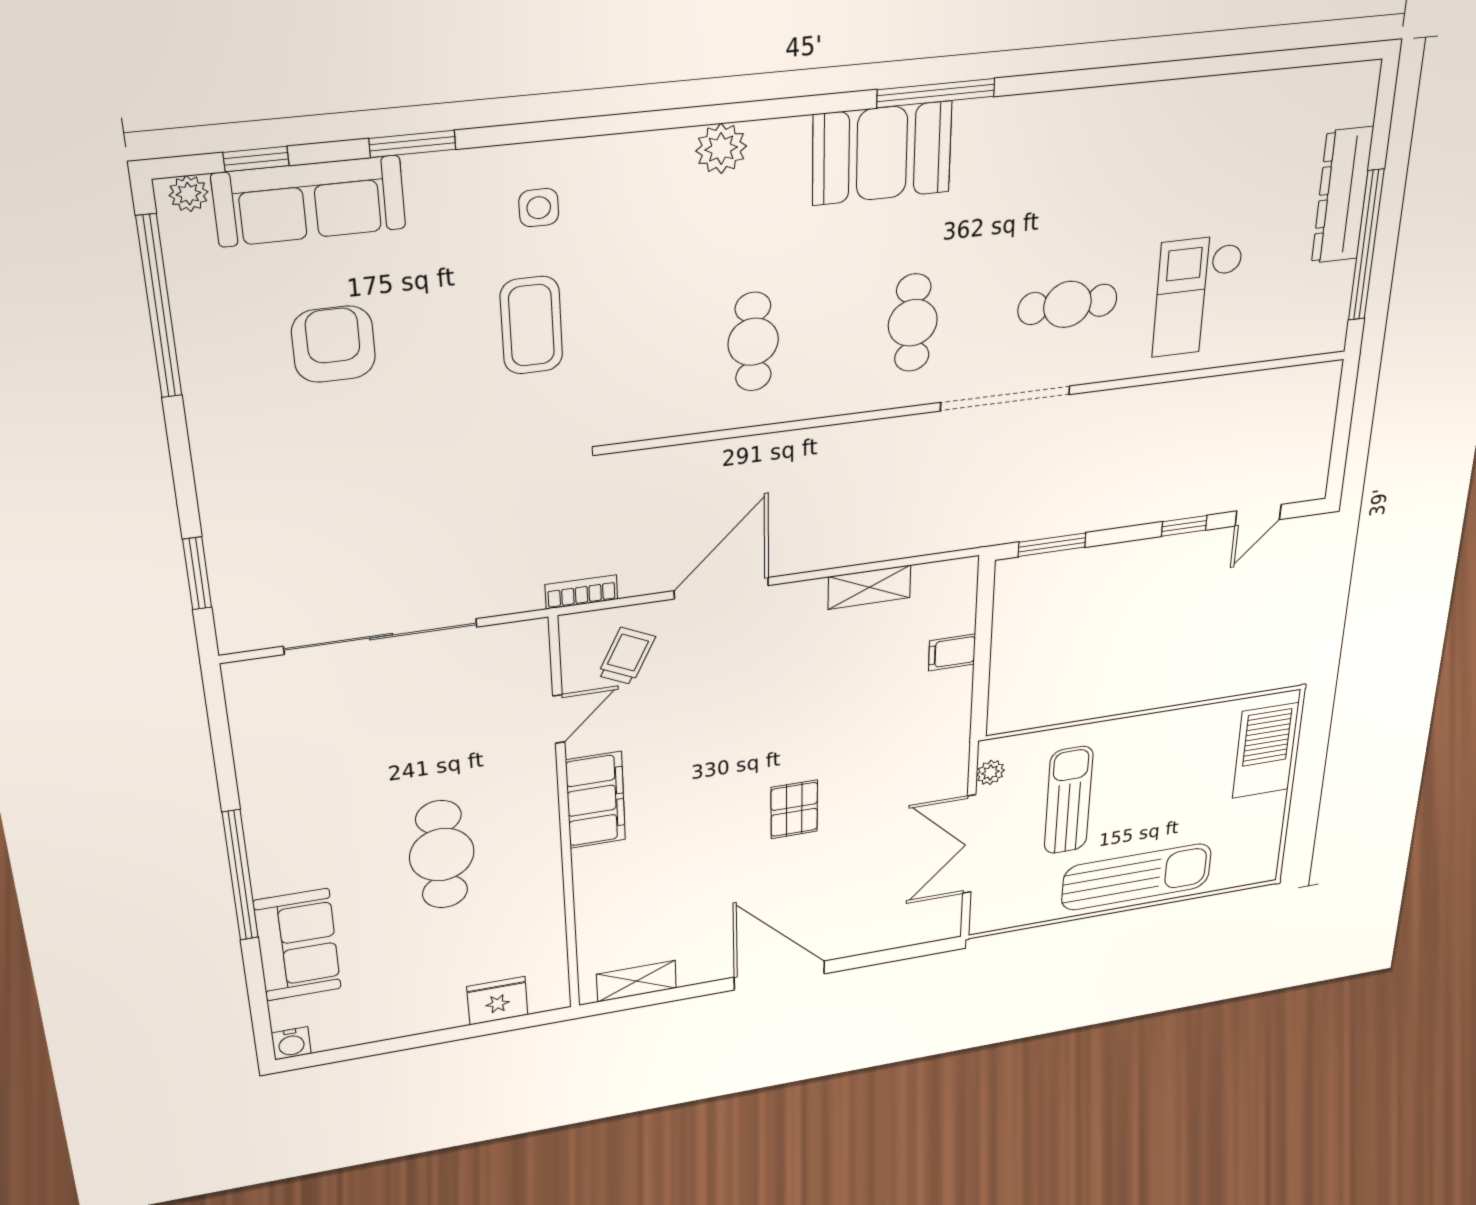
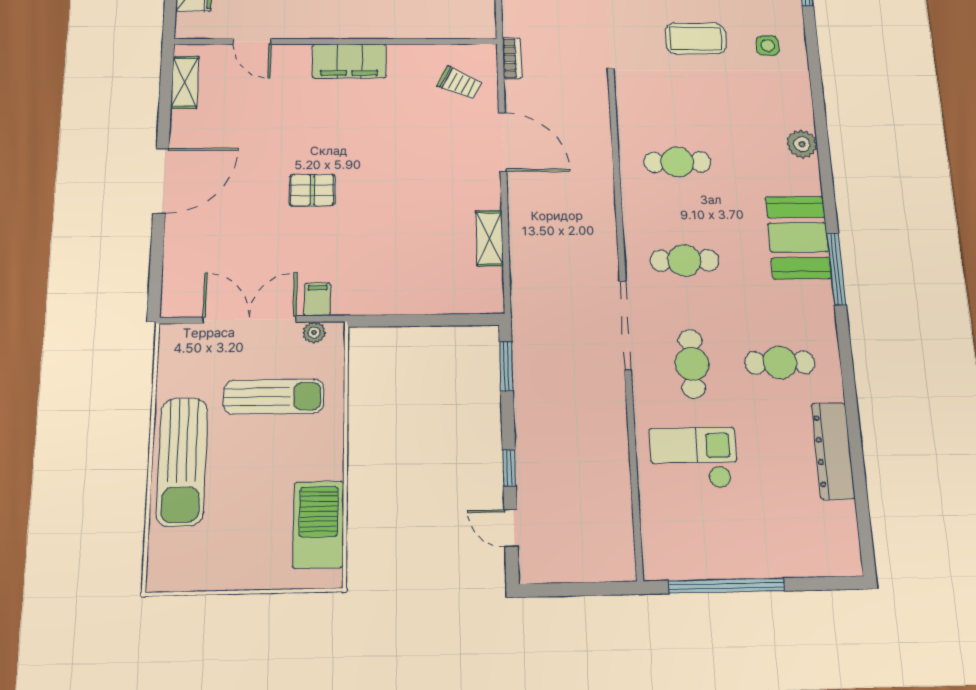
cafe table: (1076, 179) -> (780, 362), added
dresser: (1342, 196) -> (833, 451), moved, turned -90
filing cabinet: (952, 652) -> (317, 299), moved
door: (559, 719) -> (252, 42), moved
barbecue: (1266, 751) -> (318, 525), moved, turned -90

